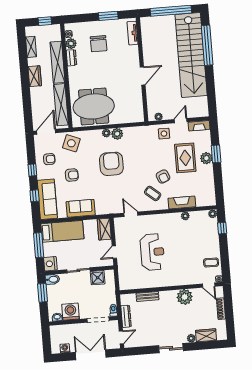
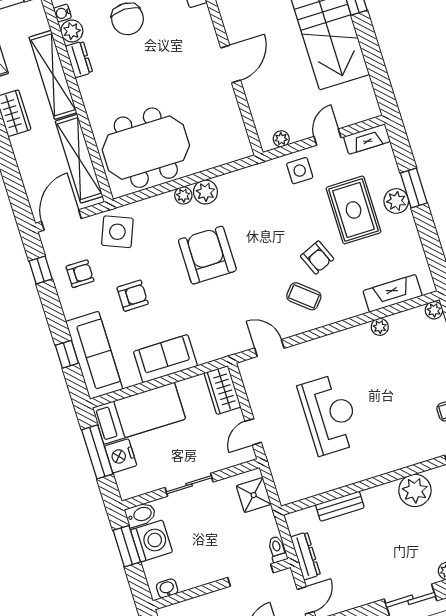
window: (32, 170) -> (41, 270), moved
fireplace: (182, 202) -> (393, 293), moved
nightstand: (50, 264) -> (121, 456), moved
shower: (98, 278) -> (254, 495), moved
washing machine: (70, 312) -> (151, 541), moved, turned 90

